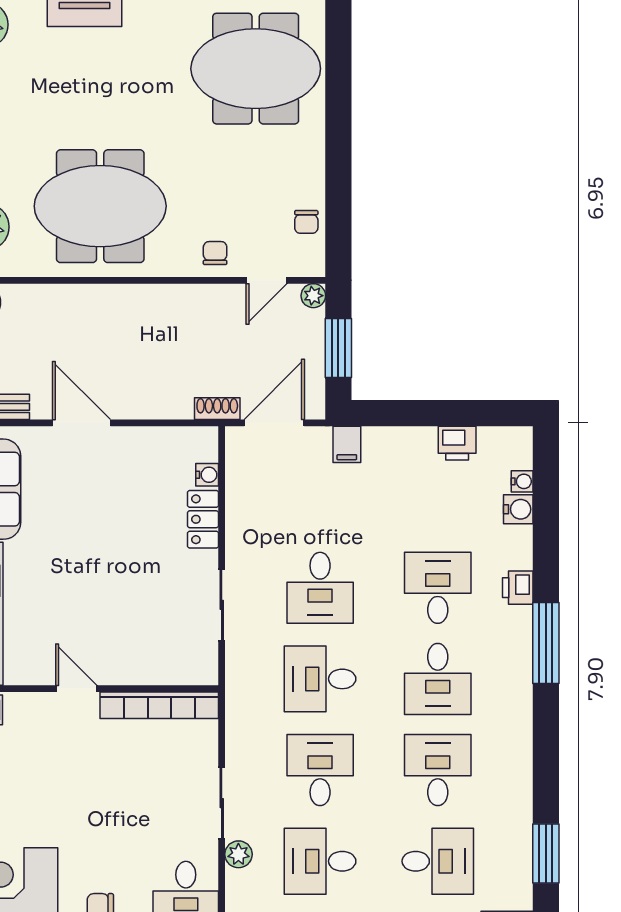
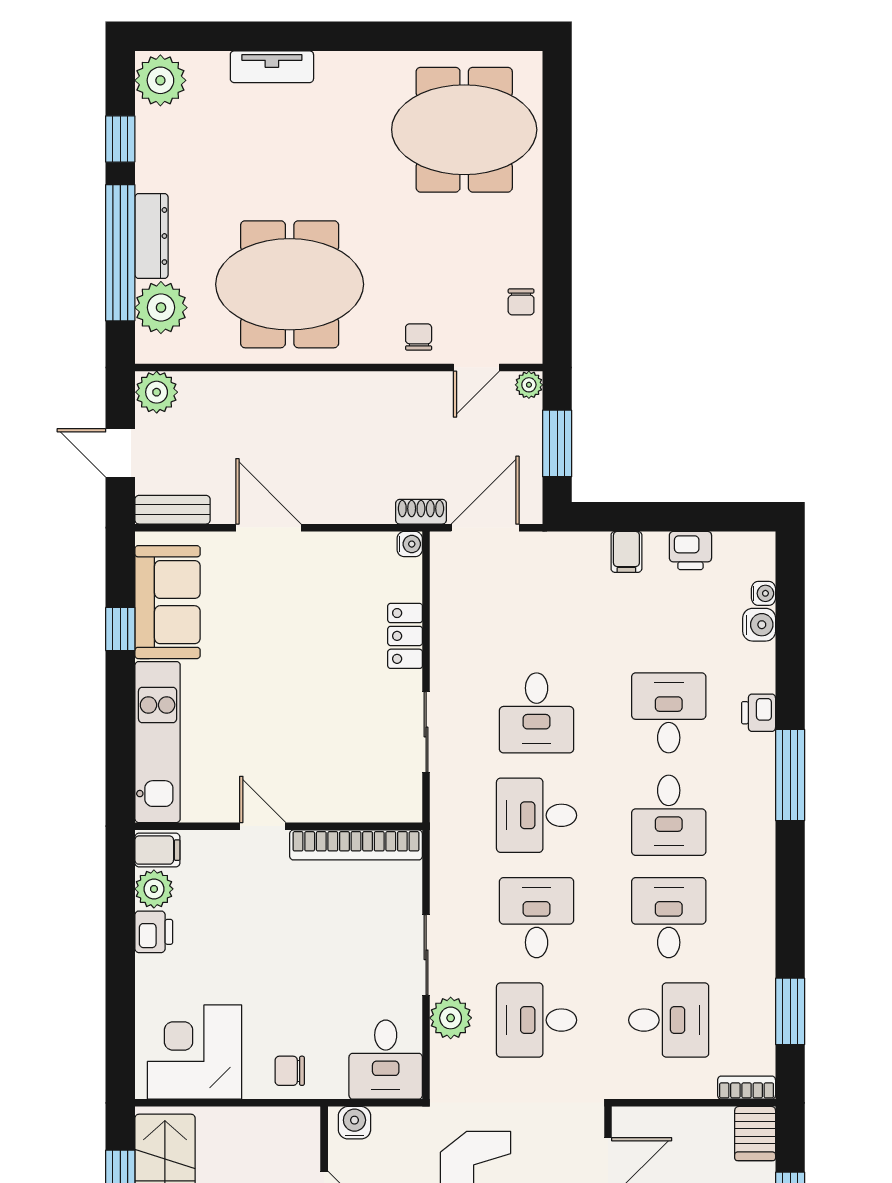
filing cabinet: (347, 444) -> (626, 552), moved
water cooler: (207, 475) -> (410, 544), moved
plant: (238, 854) -> (451, 1018), width x1.38, depth x1.38

